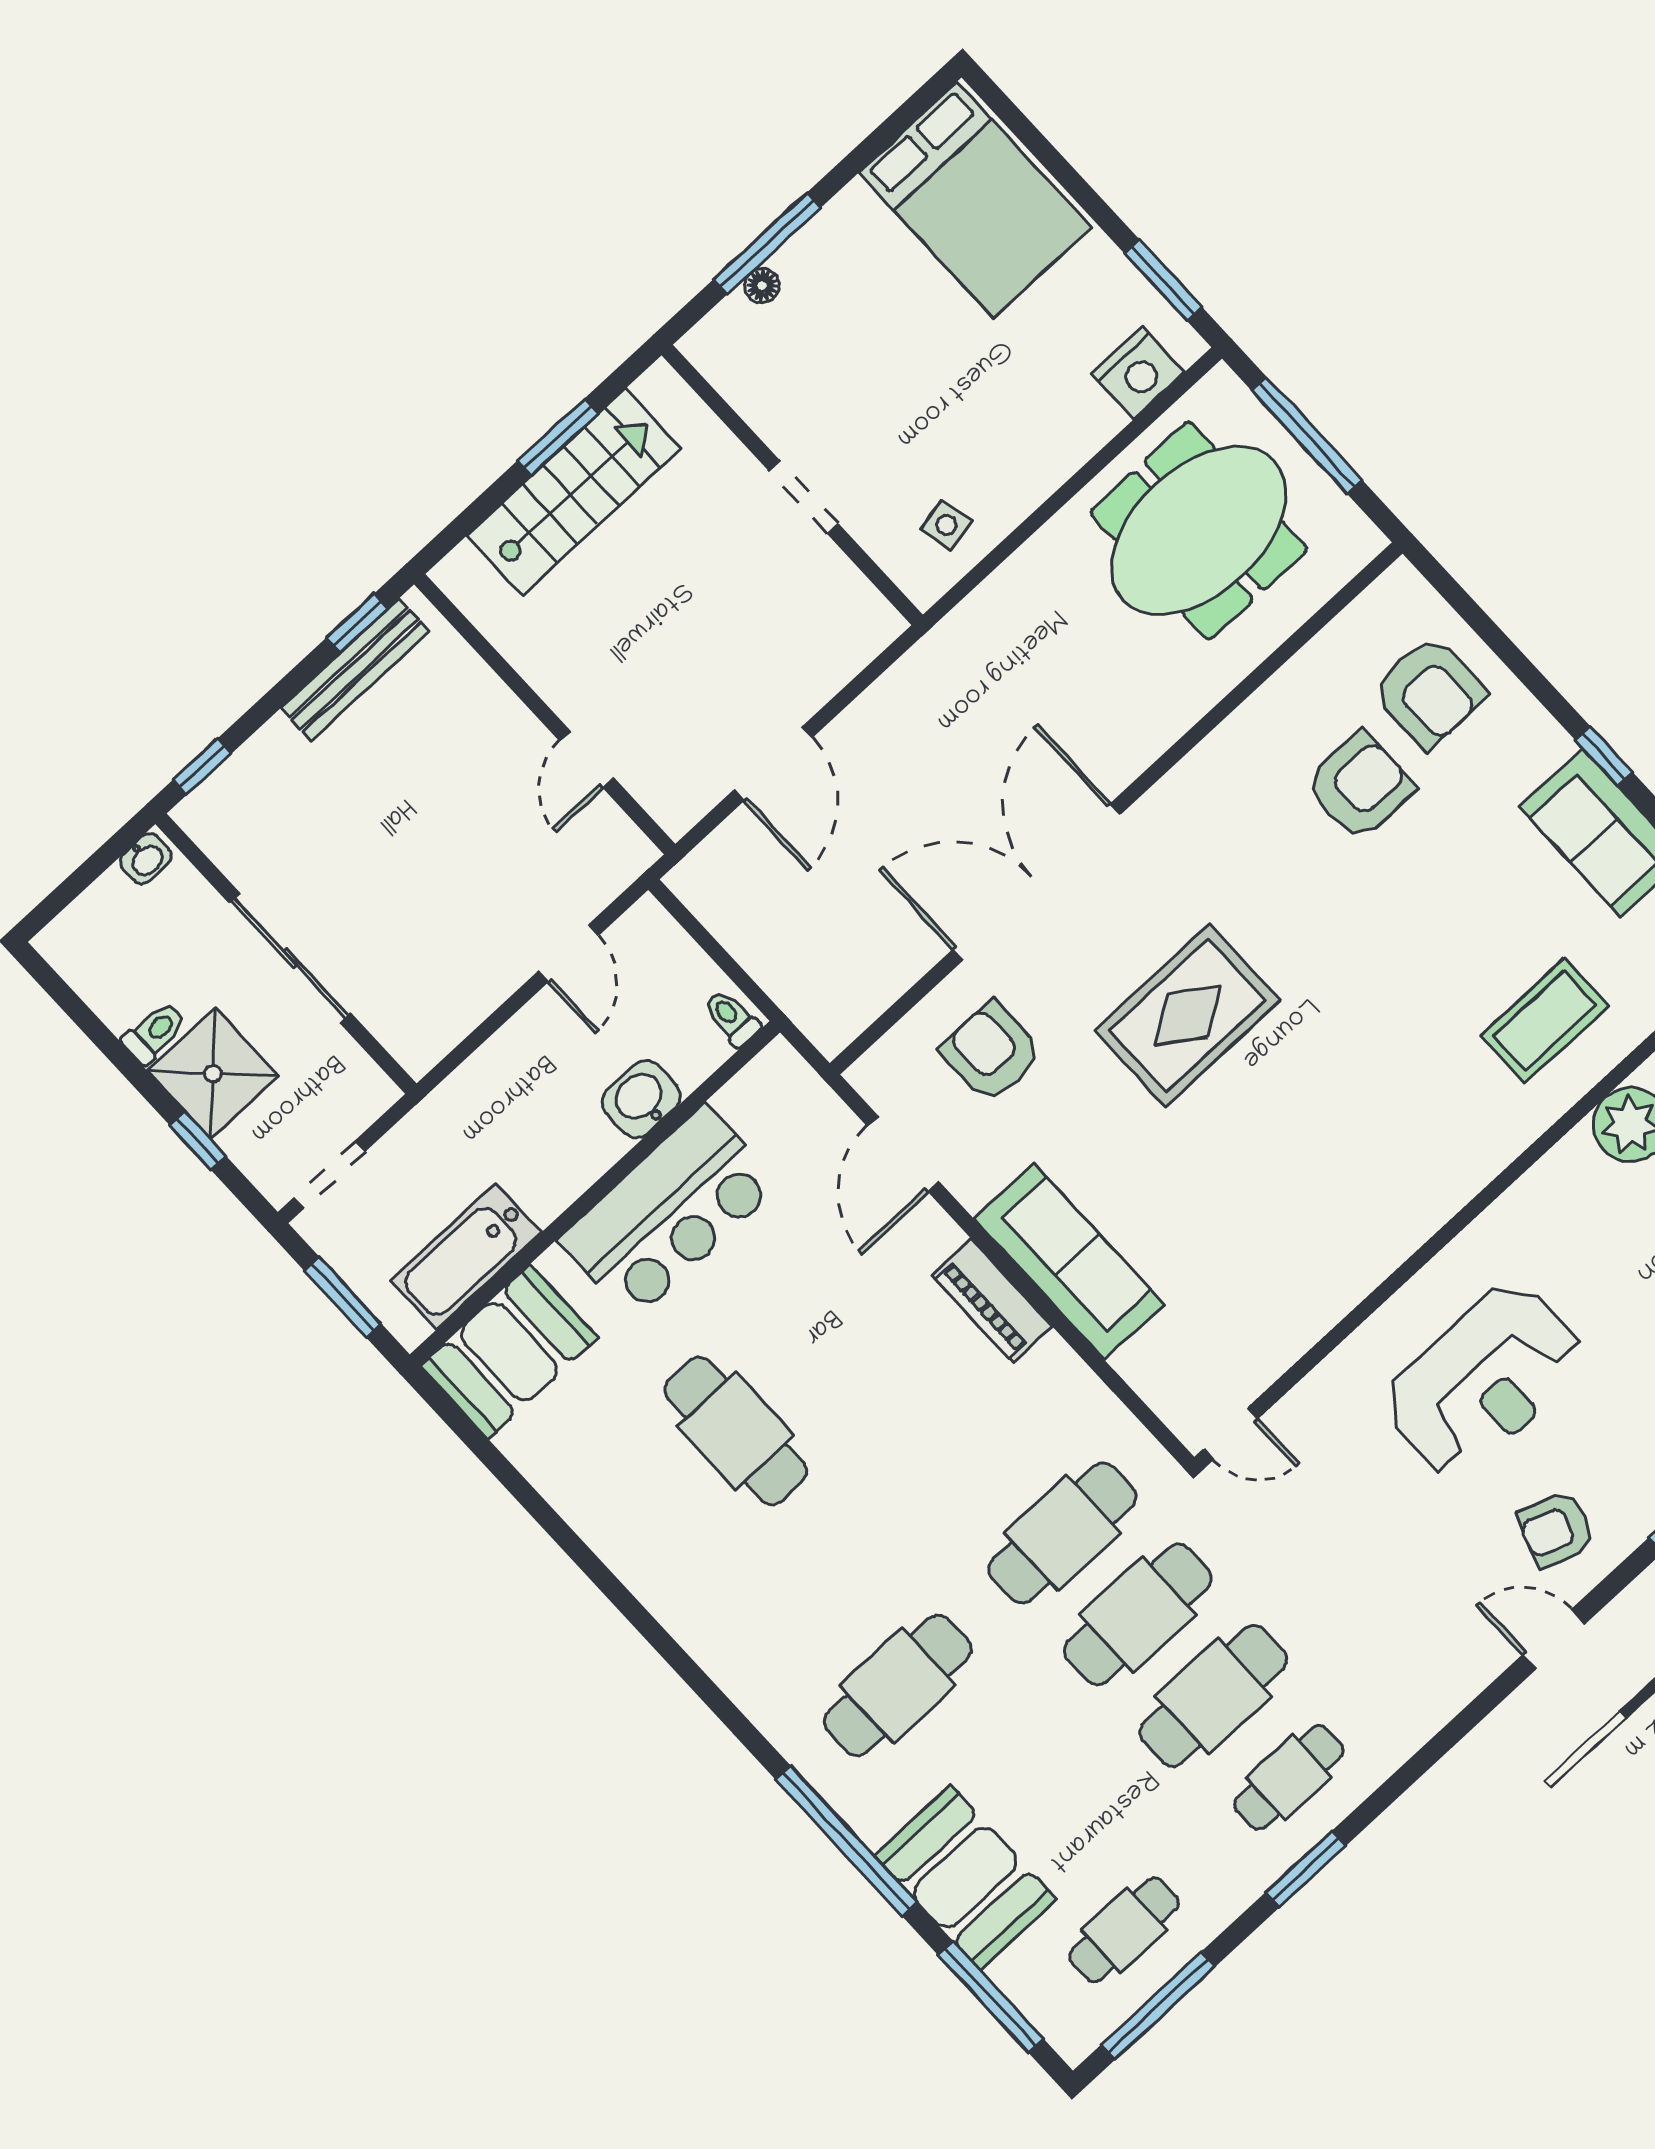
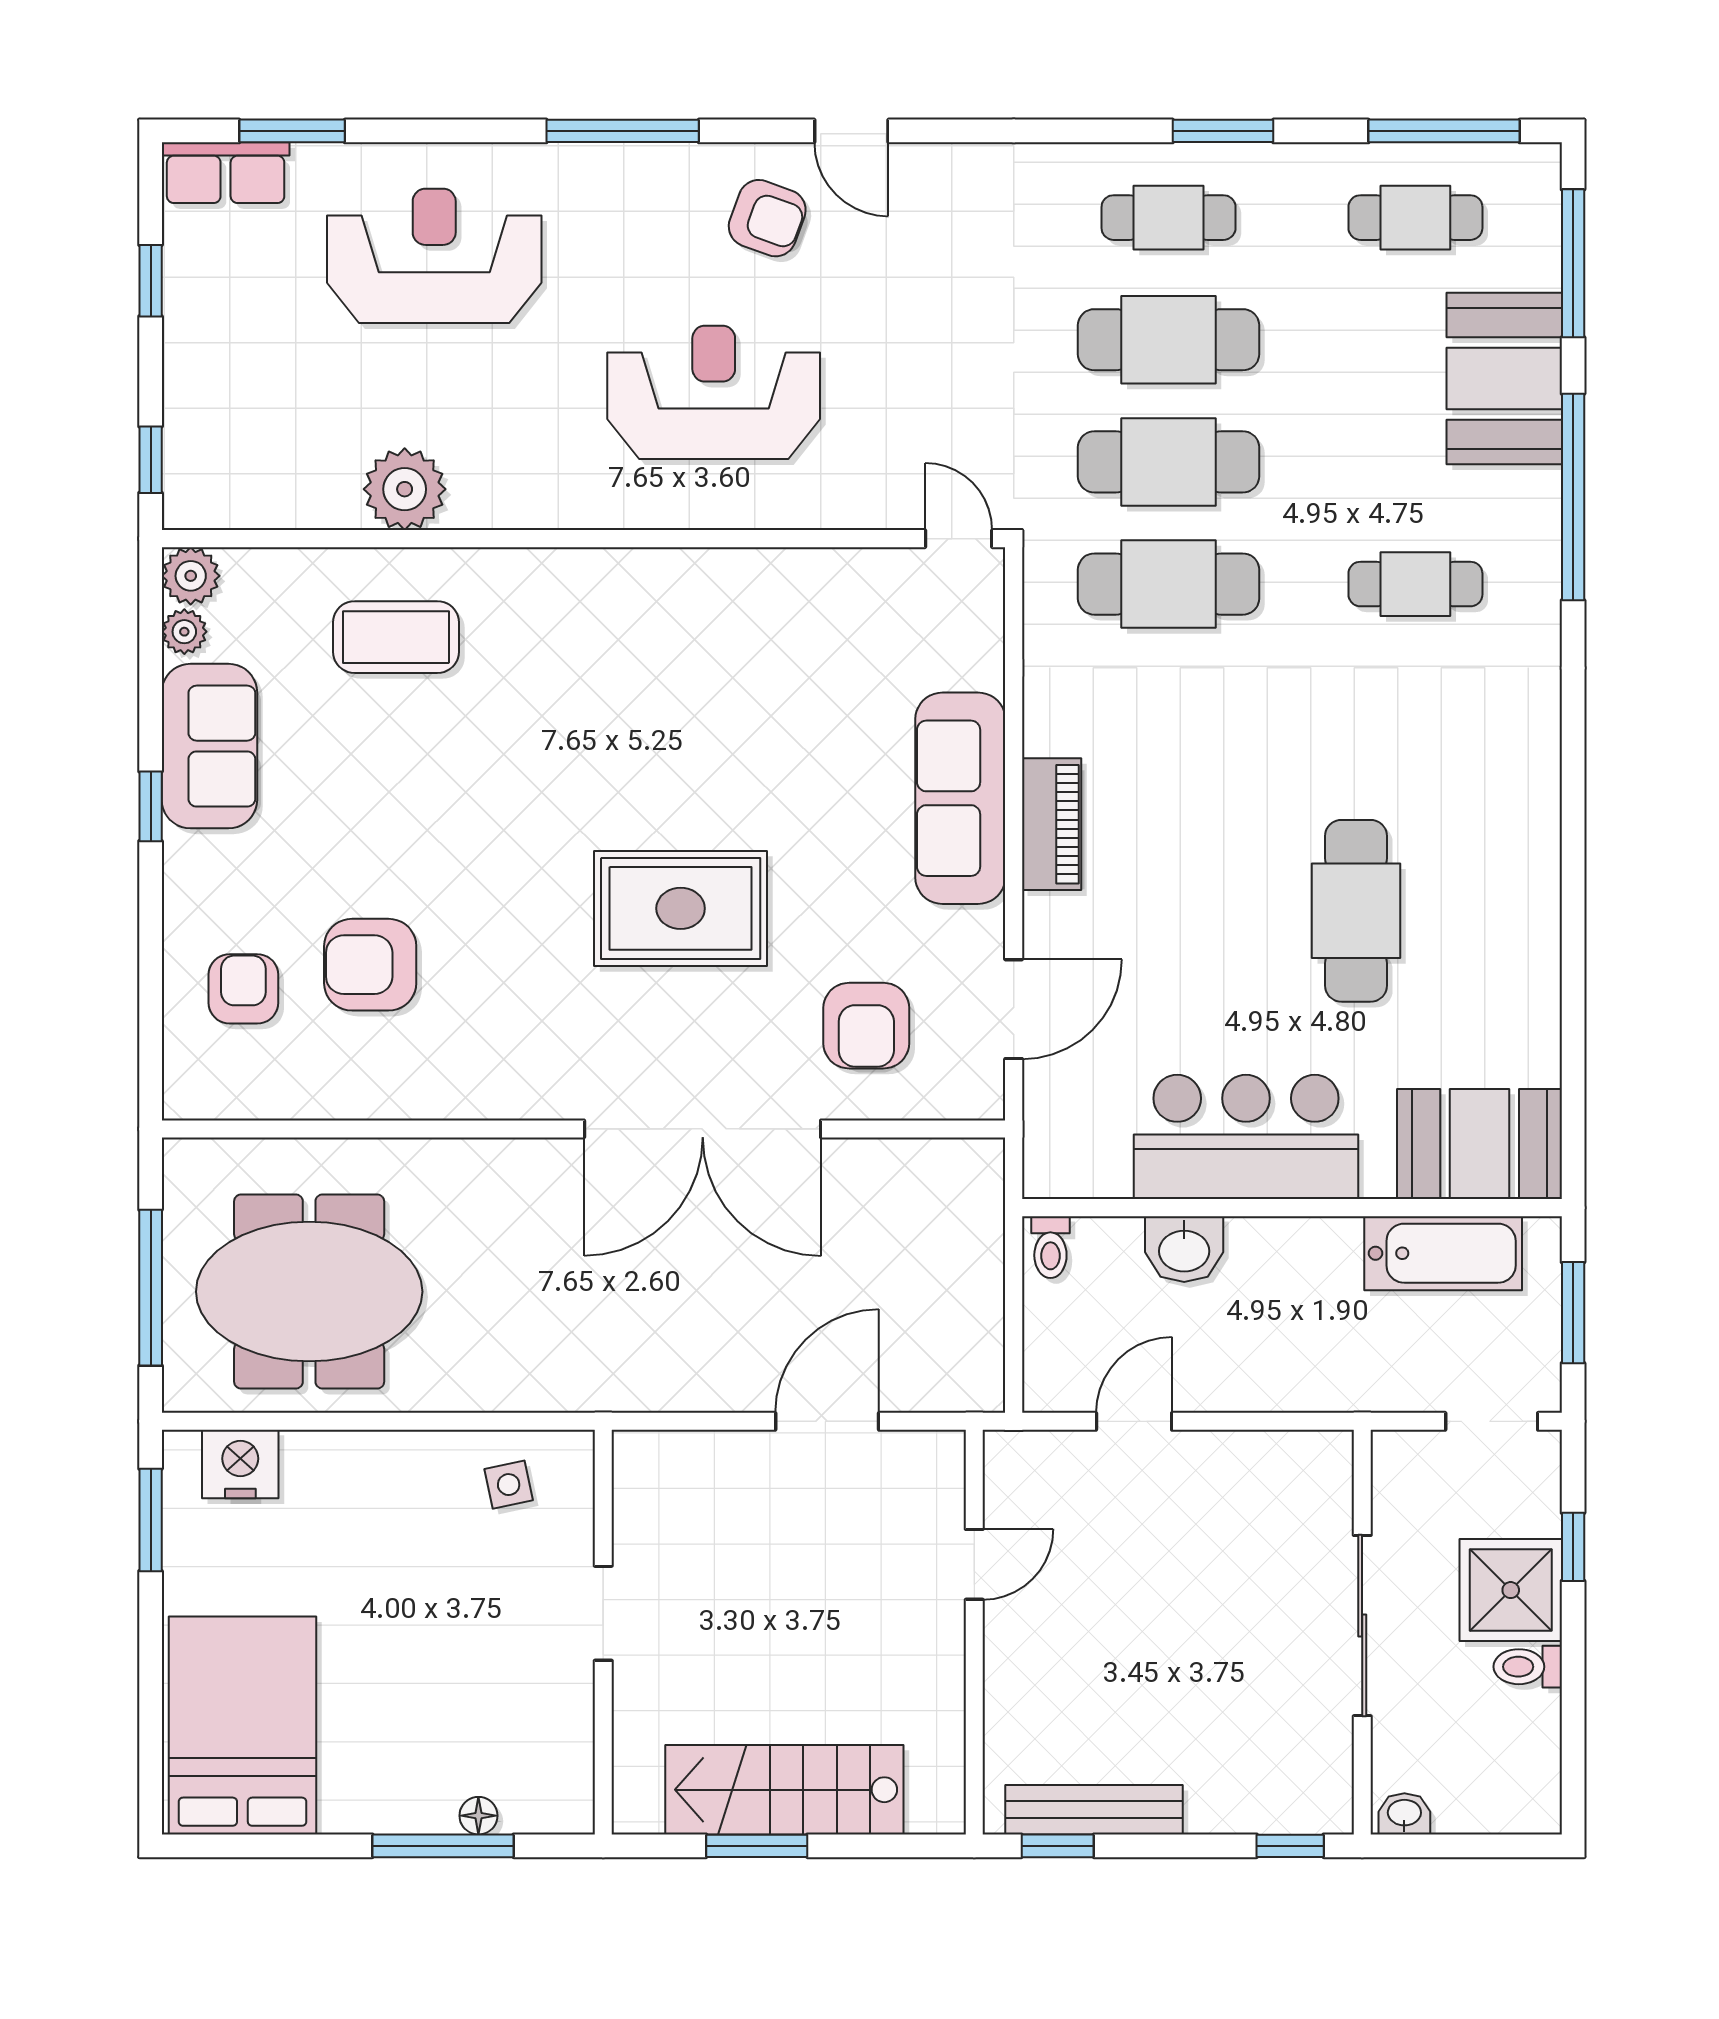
armchair: (1429, 692) -> (243, 989), width x0.72, depth x0.72
cafe table: (898, 1686) -> (1415, 584), width x0.73, depth x0.74

